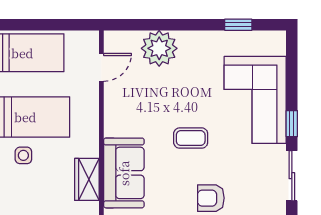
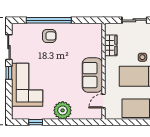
plant: (159, 48) -> (63, 110), moved
coffee table: (191, 138) -> (59, 66), removed
sofa: (124, 173) -> (92, 75), moved

